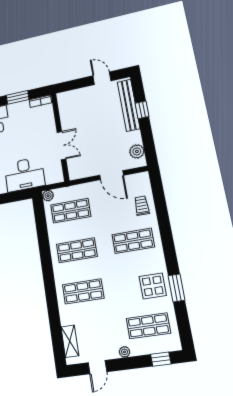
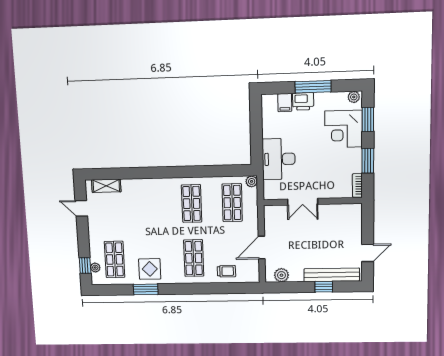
shop shelf: (83, 291) -> (151, 204), removed
plant: (124, 352) -> (95, 268), moved

